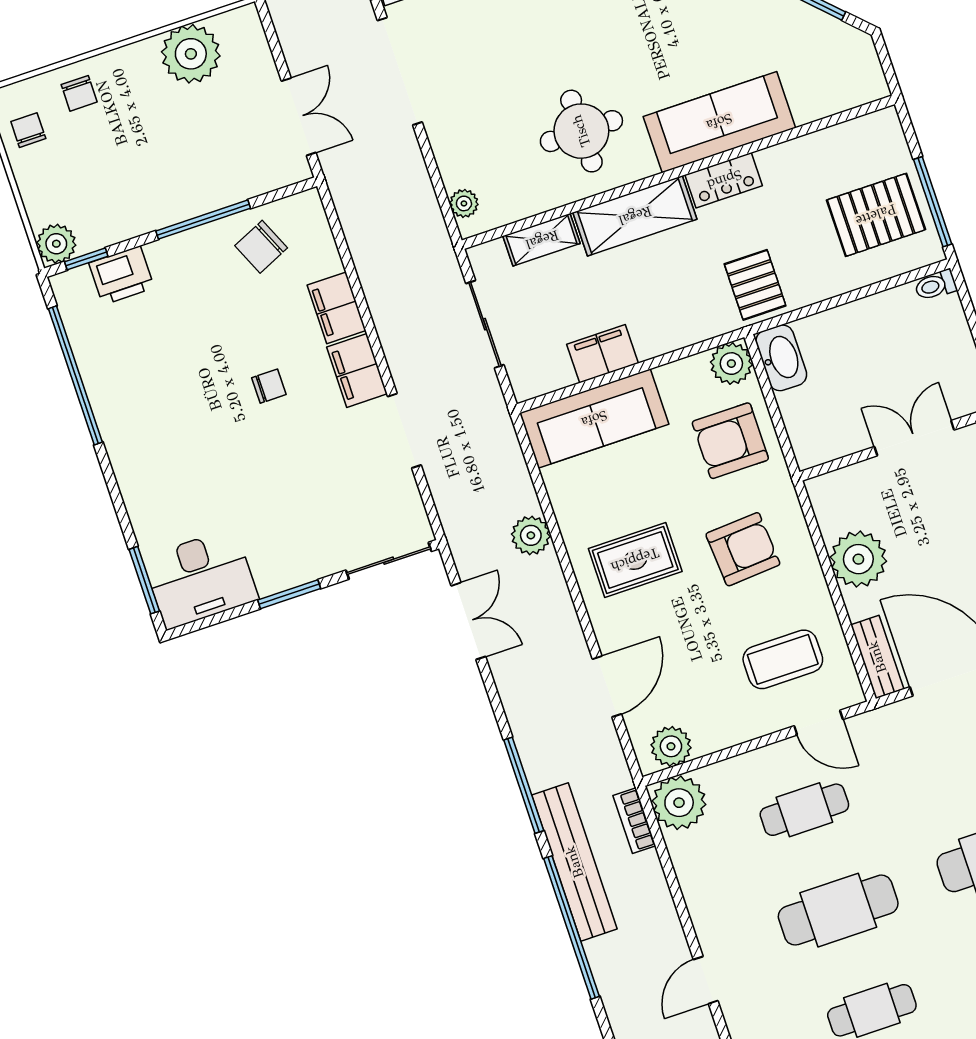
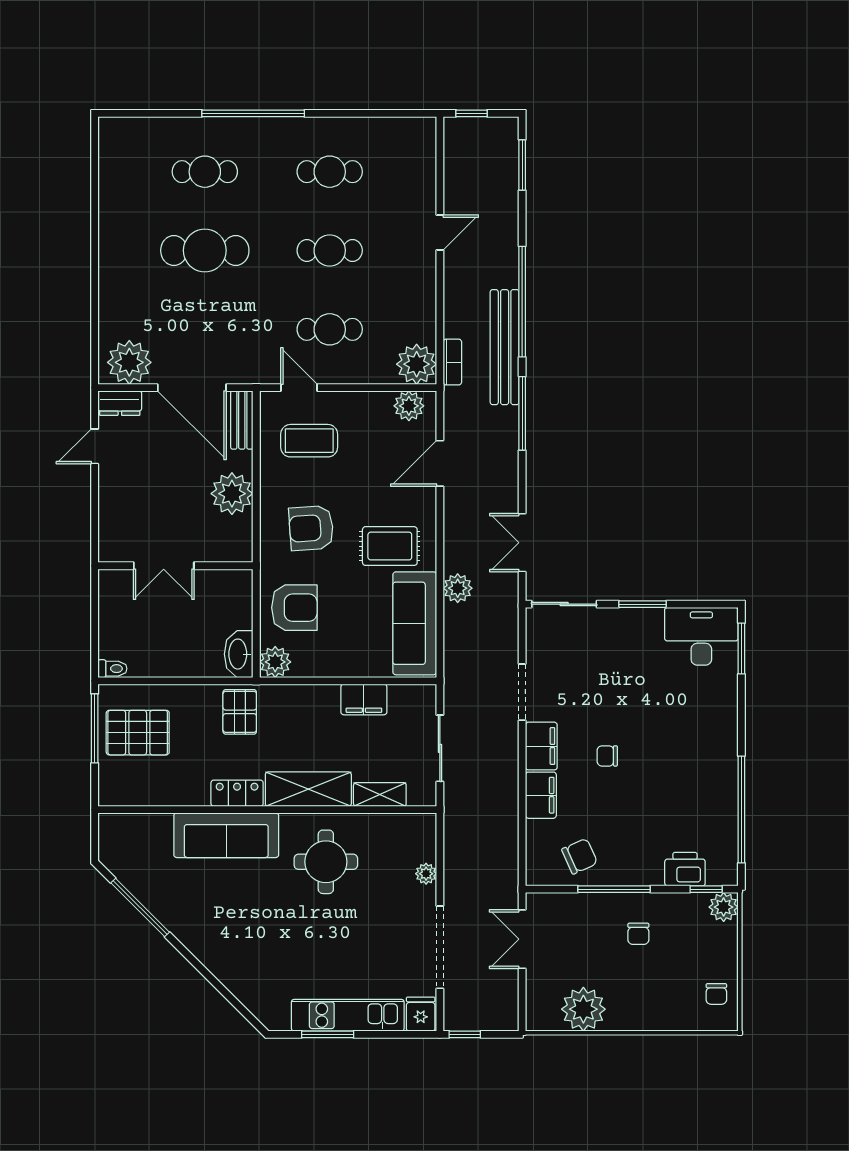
chair: (79, 93) -> (638, 934), moved, turned 180
plant: (464, 203) -> (426, 874), moved
sofa: (594, 419) -> (415, 623), moved, turned -90
cafe table: (838, 910) -> (330, 250), width x0.73, depth x0.74

